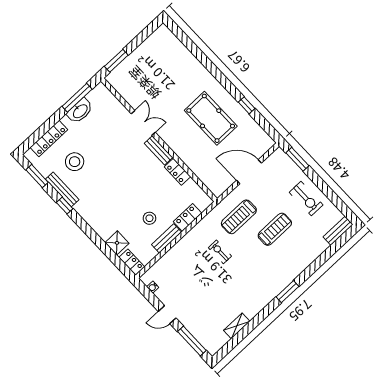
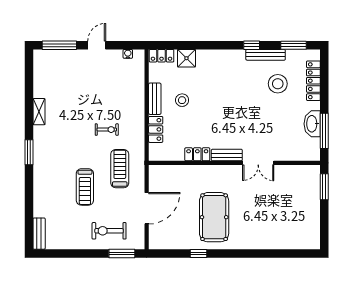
pool table: (211, 118) -> (214, 217), turned 90
exercise bike: (306, 199) -> (109, 231), moved
shelving: (237, 326) -> (39, 112), moved

